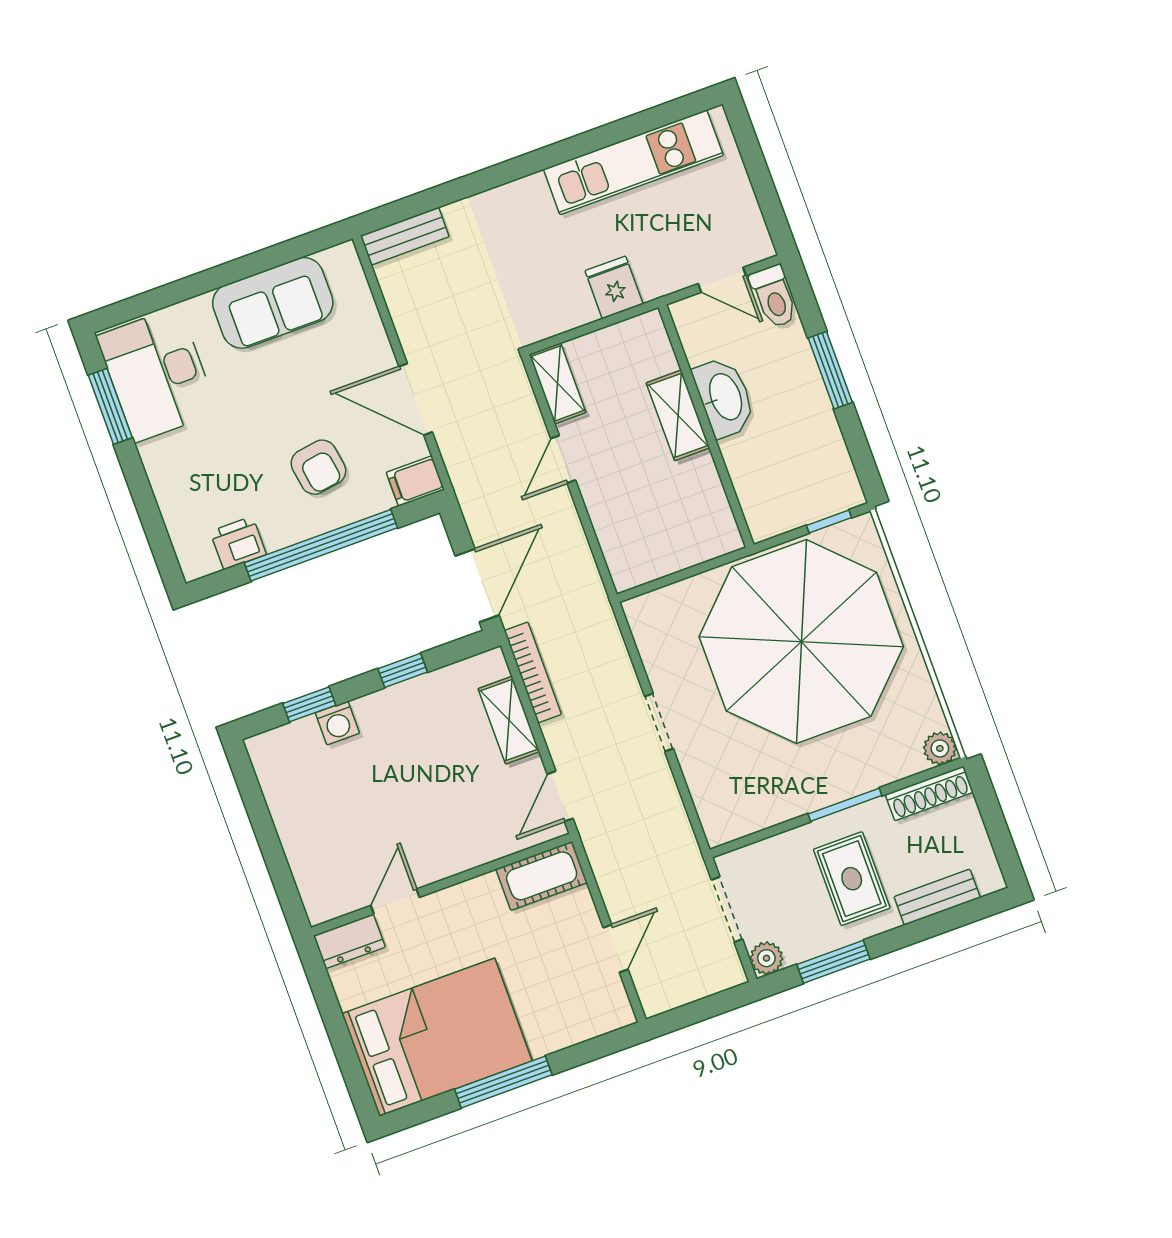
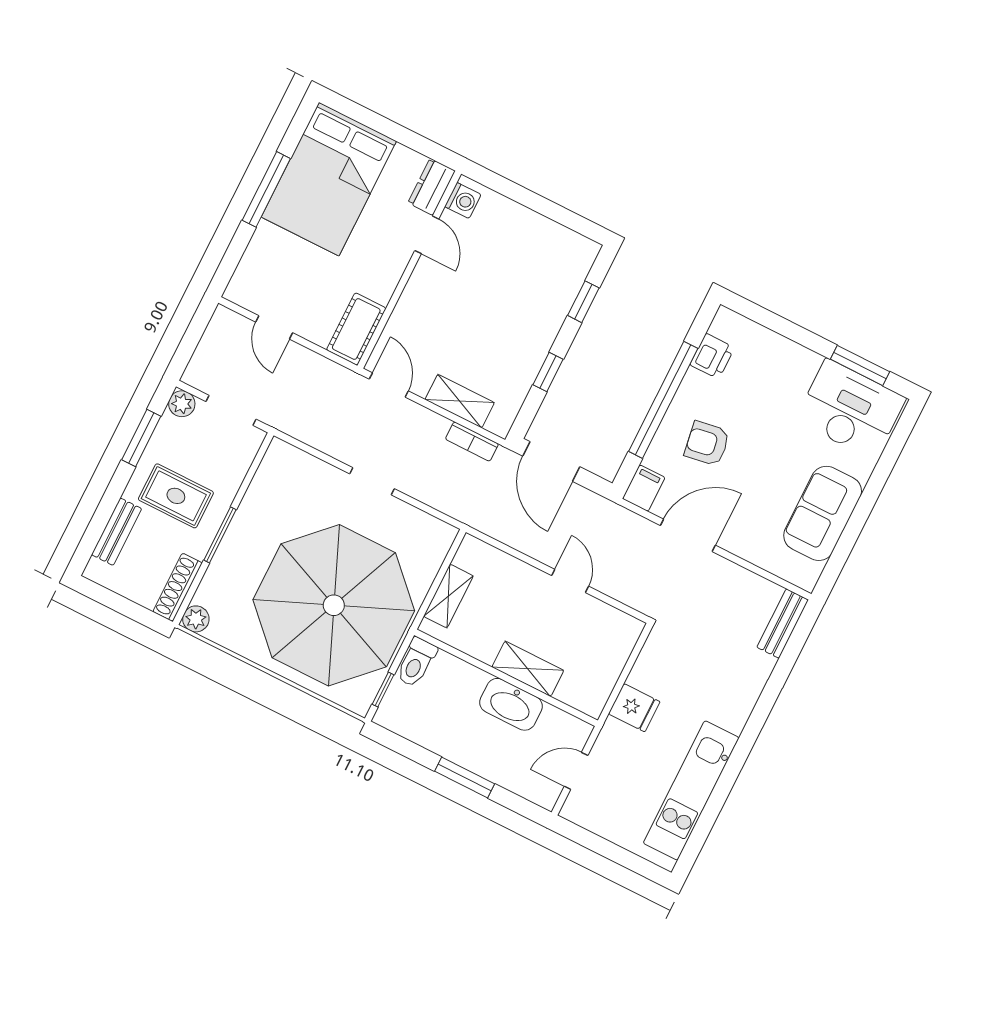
toilet: (774, 297) -> (416, 662), moved, turned -90
shelving: (558, 383) -> (448, 596), moved, turned 90
bookcase: (533, 672) -> (472, 442), width x0.64
washing machine: (337, 723) -> (463, 201), moved, turned 180

